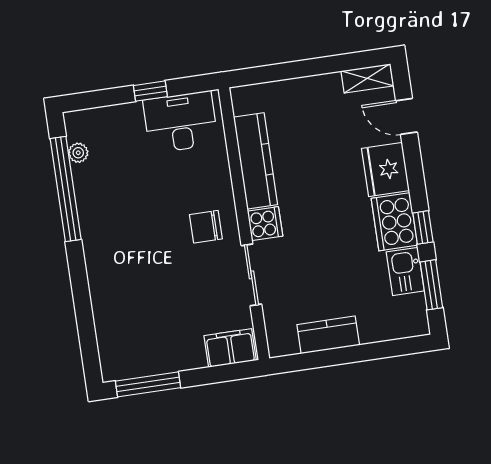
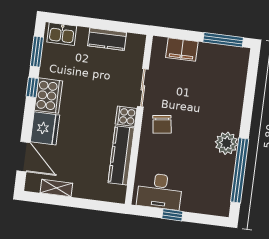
shelving: (367, 78) -> (56, 188), moved
door: (406, 116) -> (23, 157), width x1.38
plant: (78, 153) -> (227, 143), moved, width x1.87, depth x1.87
chair: (206, 227) -> (162, 124), turned 82
kitchen sink: (405, 271) -> (62, 34), moved, turned 90
filing cabinet: (230, 348) -> (182, 49), moved

